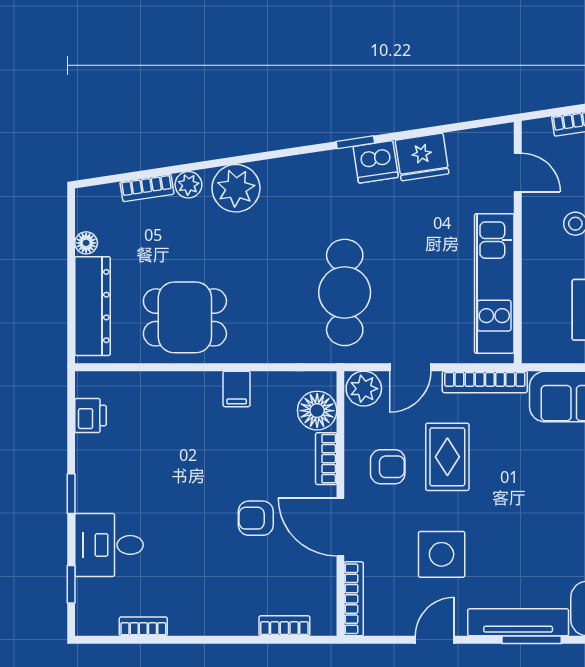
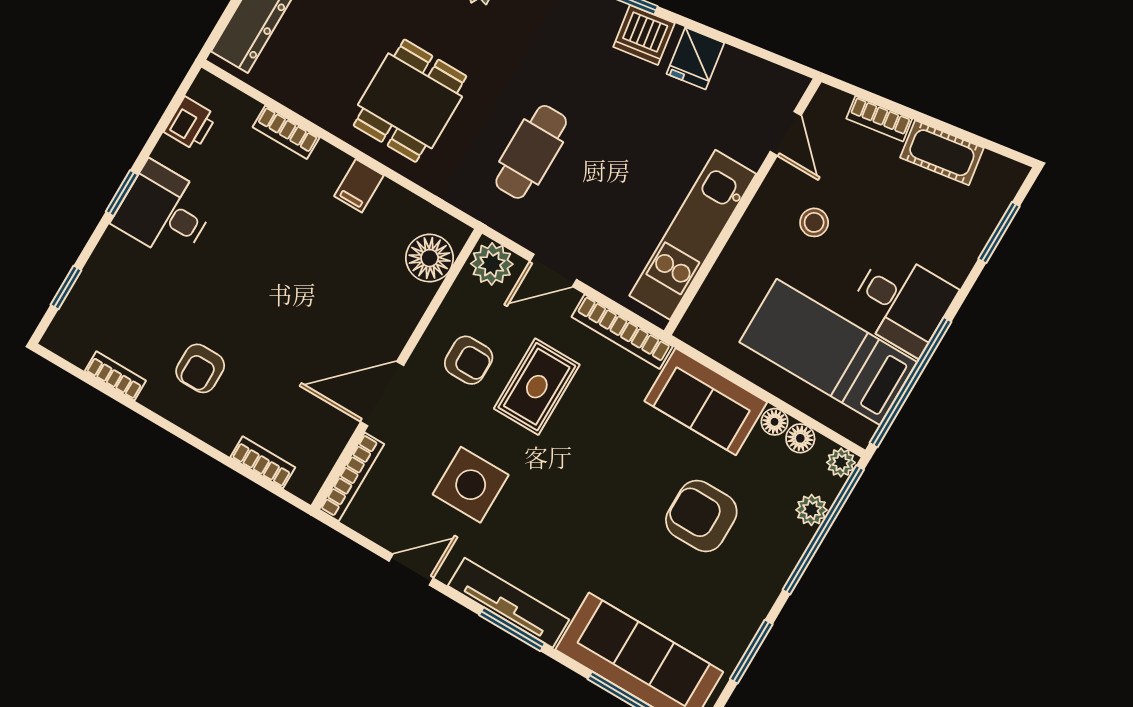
fridge: (422, 157) -> (695, 58), width x0.72
cafe table: (345, 292) -> (531, 152), width x0.73, depth x0.74
dining table: (185, 317) -> (410, 101), moved, turned 90
bookcase: (326, 459) -> (286, 132), moved, turned -90
armchair: (256, 518) -> (200, 368), moved, turned -90
door: (340, 527) -> (382, 394), hinge flipped
desk: (109, 545) -> (164, 211), moved

